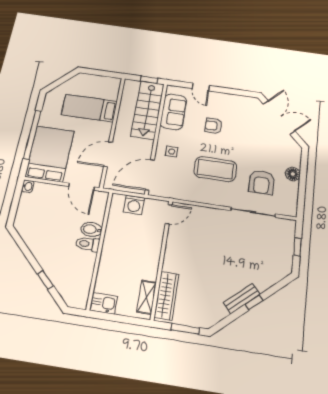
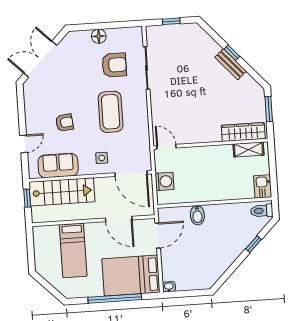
armchair: (213, 126) -> (64, 123), turned -96
toilet: (88, 244) -> (262, 211), moved, turned 90

